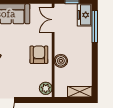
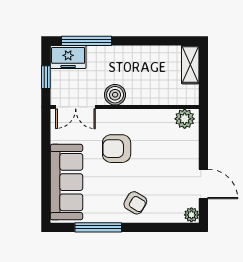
armchair: (39, 55) -> (117, 149), moved
boiler: (61, 61) -> (115, 95), moved

